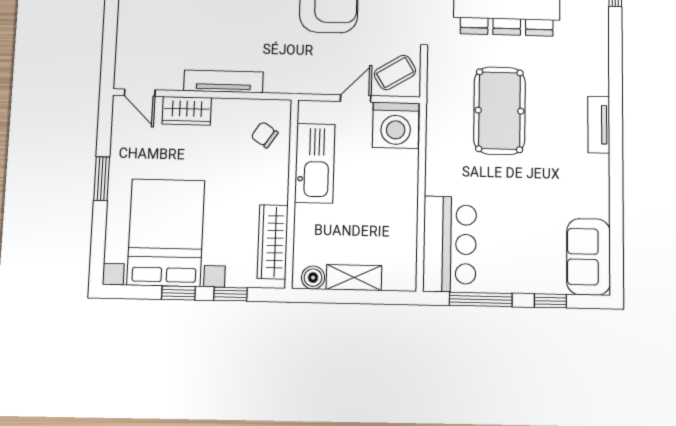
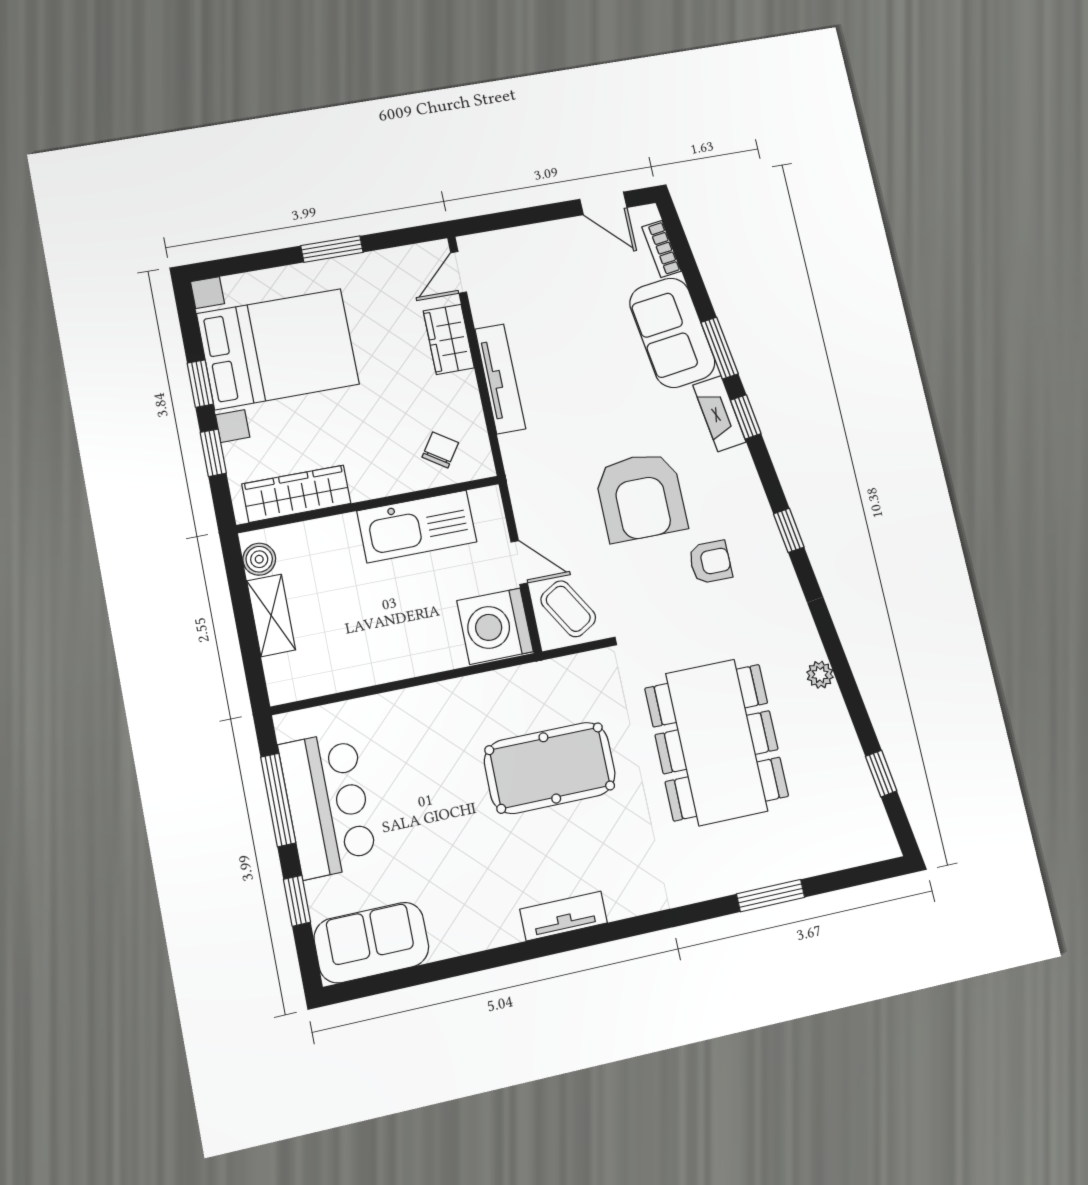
bar counter: (450, 244) -> (328, 804), moved, turned -90

